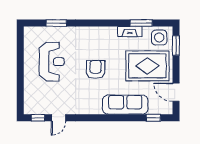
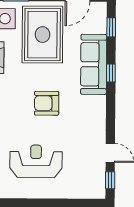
window: (119, 118) -> (111, 73), added

